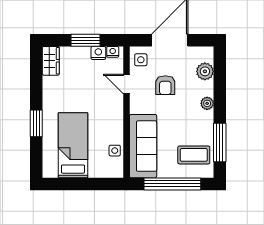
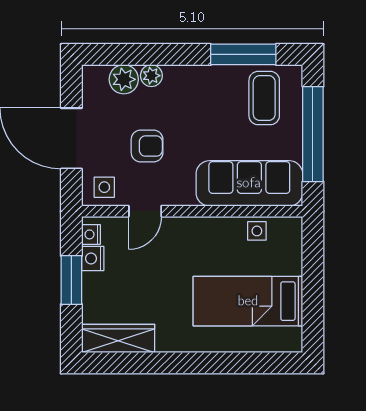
wardrobe: (51, 61) -> (118, 338), width x1.50
plant: (207, 103) -> (151, 76), moved
window: (36, 123) -> (211, 363), removed

